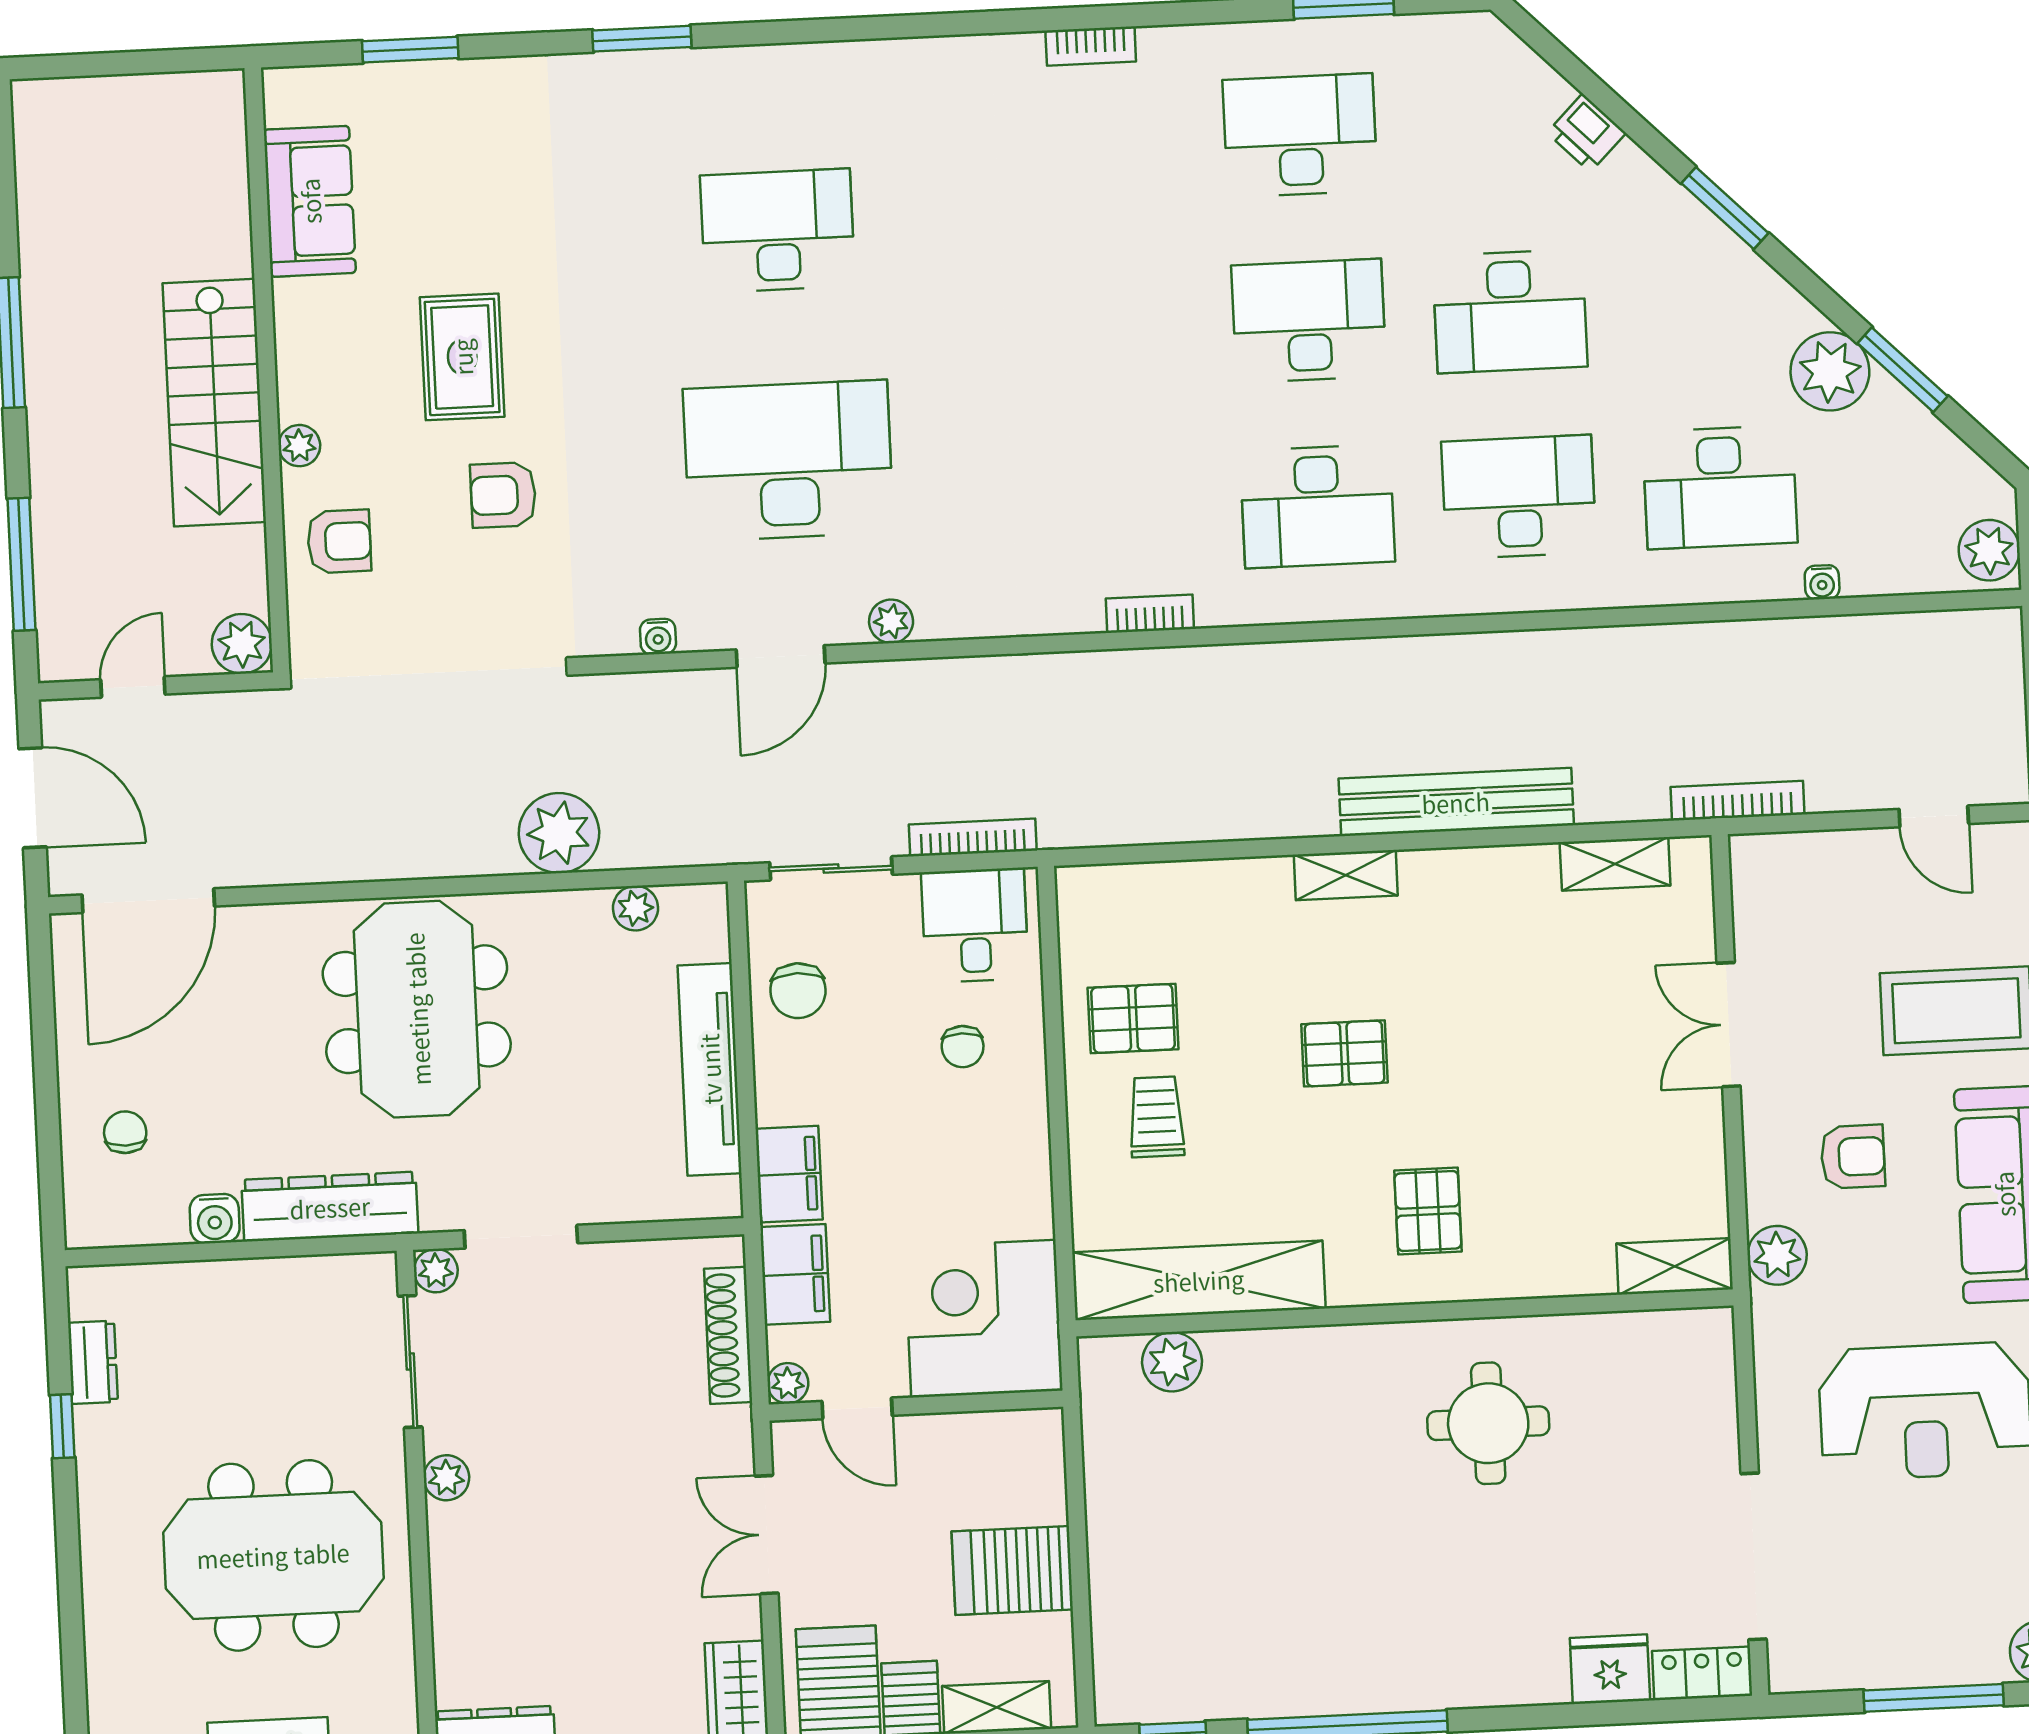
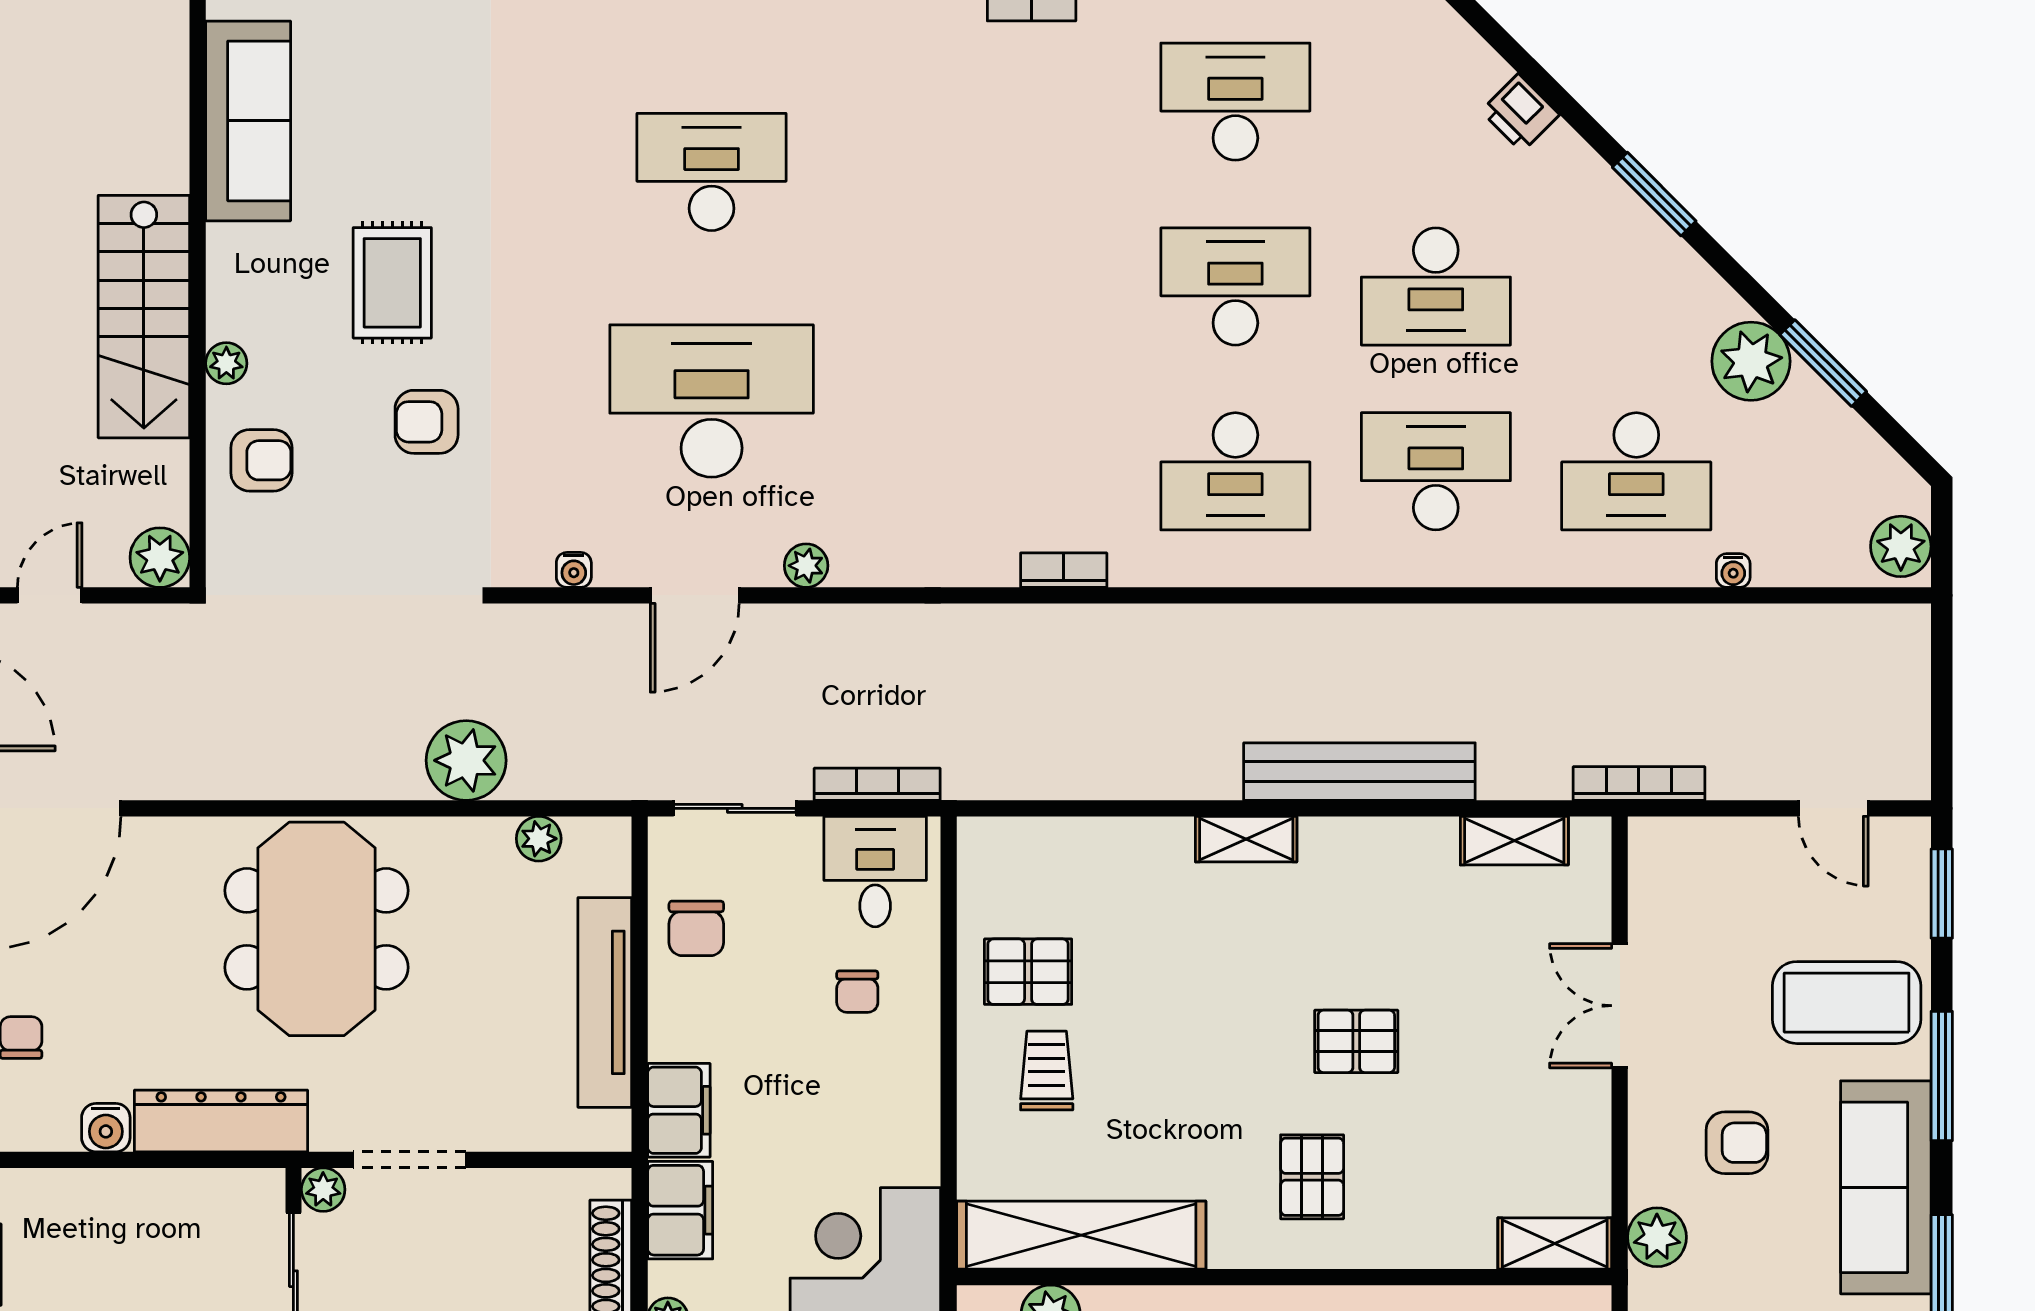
sofa: (310, 201) -> (248, 121), width x1.36
pallet: (1344, 1053) -> (1356, 1041), moved

